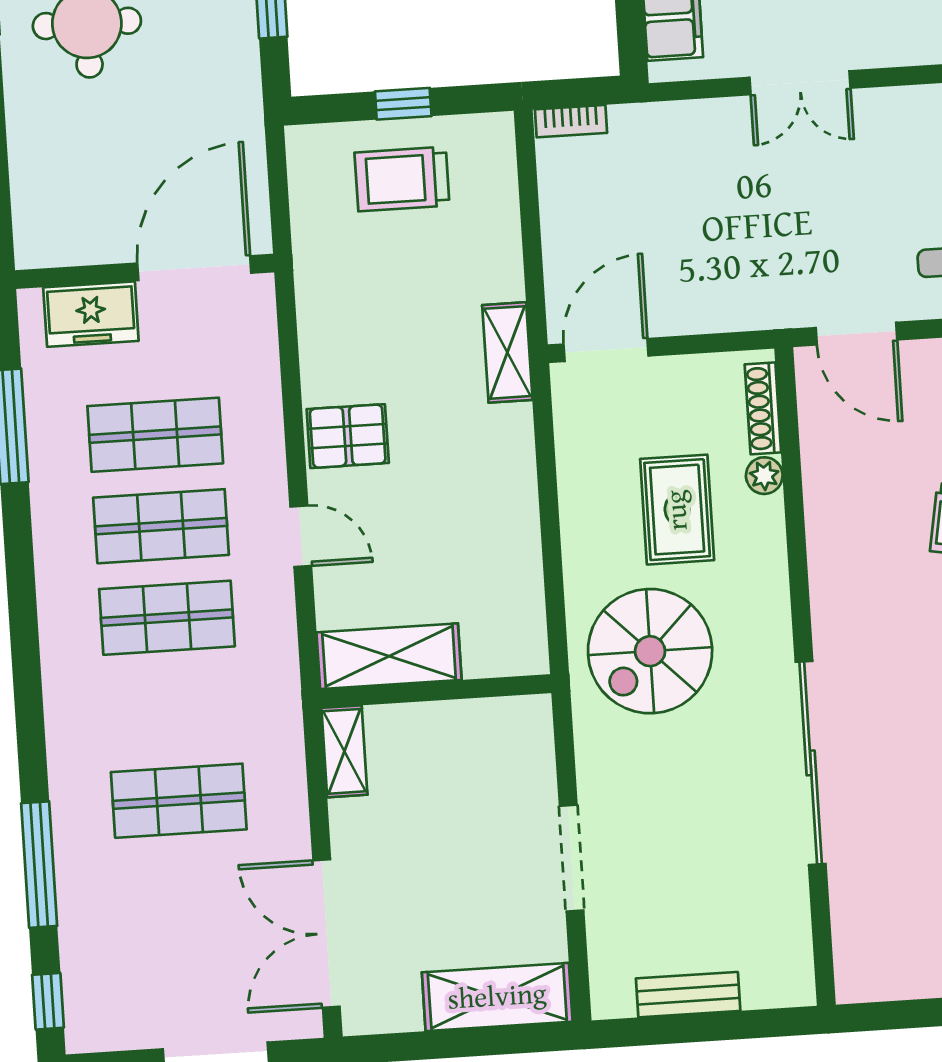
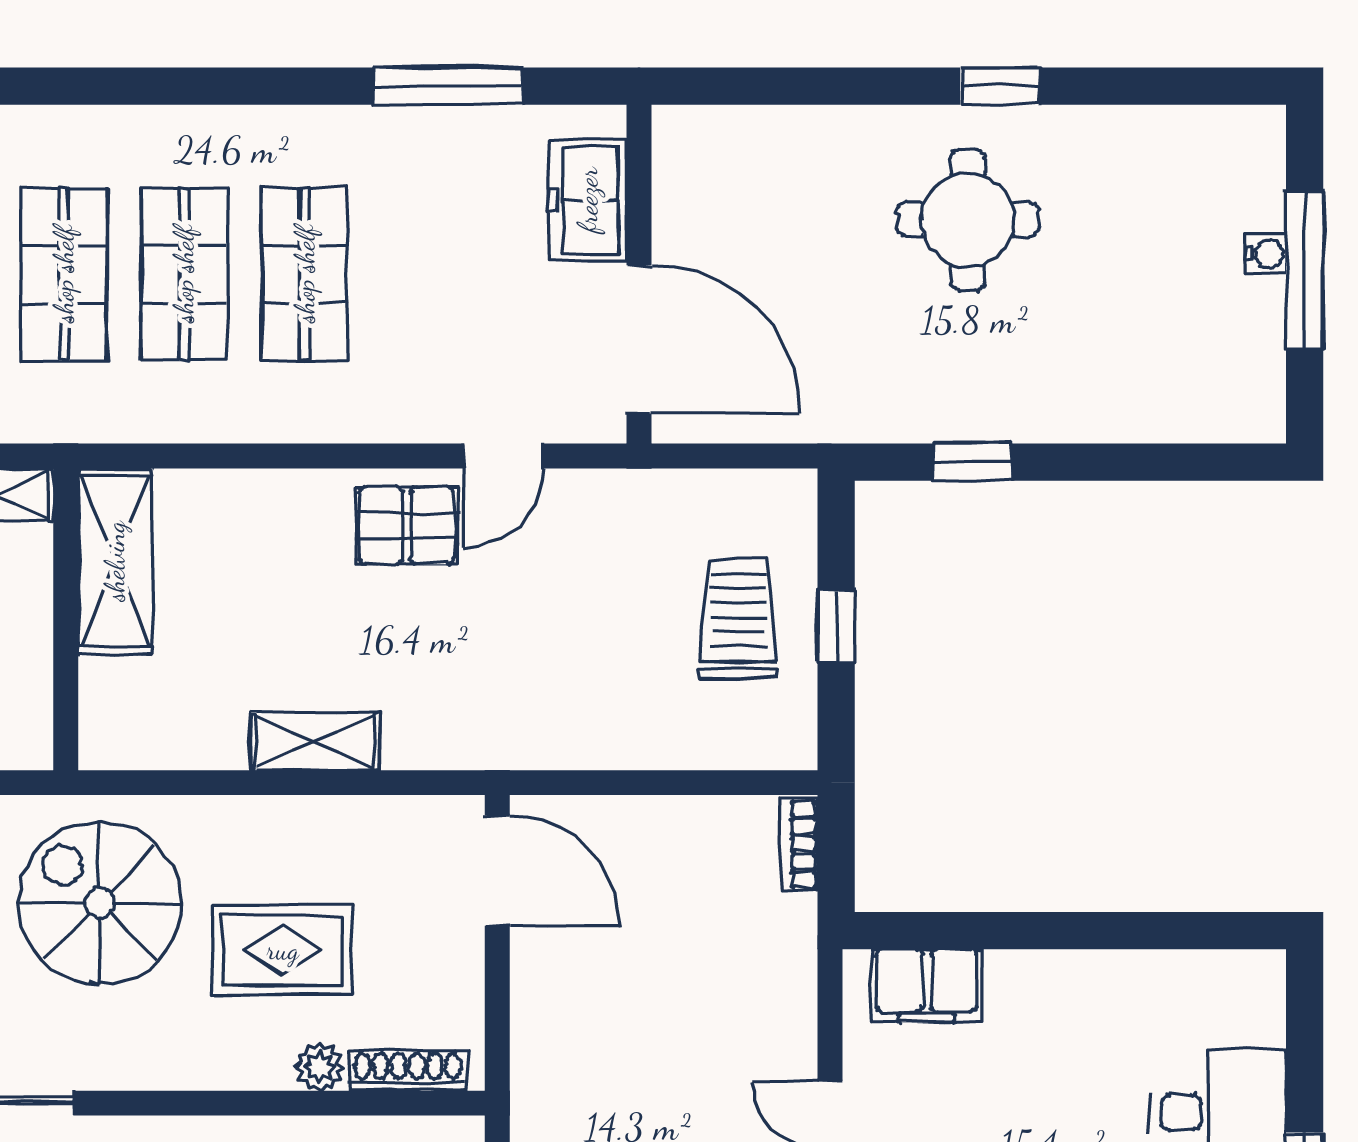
shelving: (507, 352) -> (315, 741), moved
shop shelf: (155, 435) -> (64, 274), moved
pallet: (348, 436) -> (406, 526), turned 90
door: (301, 536) -> (504, 456), moved

